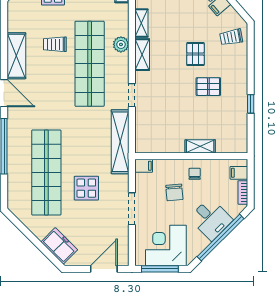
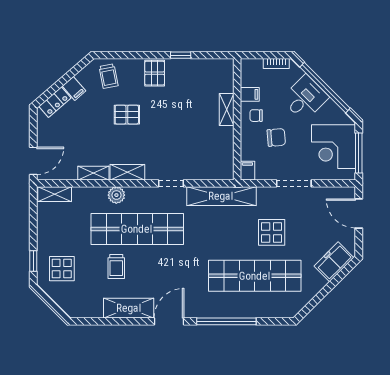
pallet: (208, 87) -> (155, 73), moved
filing cabinet: (239, 173) -> (250, 94), moved, turned -90

